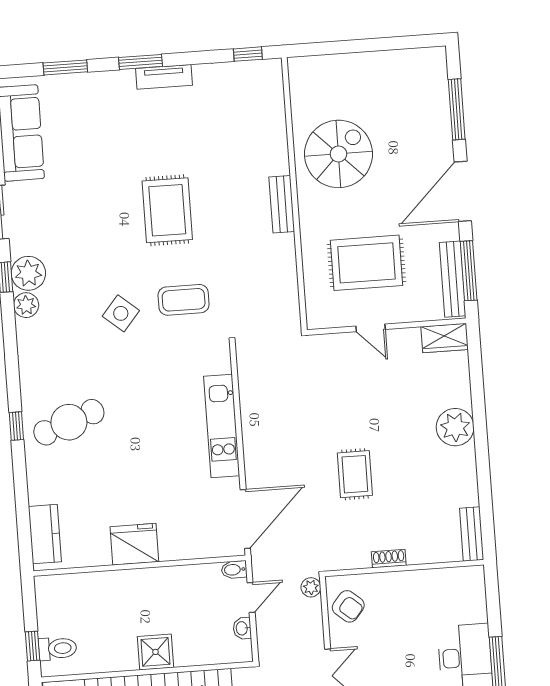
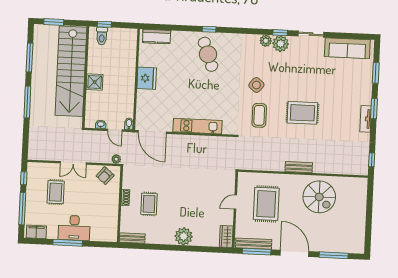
rug: (355, 474) -> (149, 204), moved, turned 90

